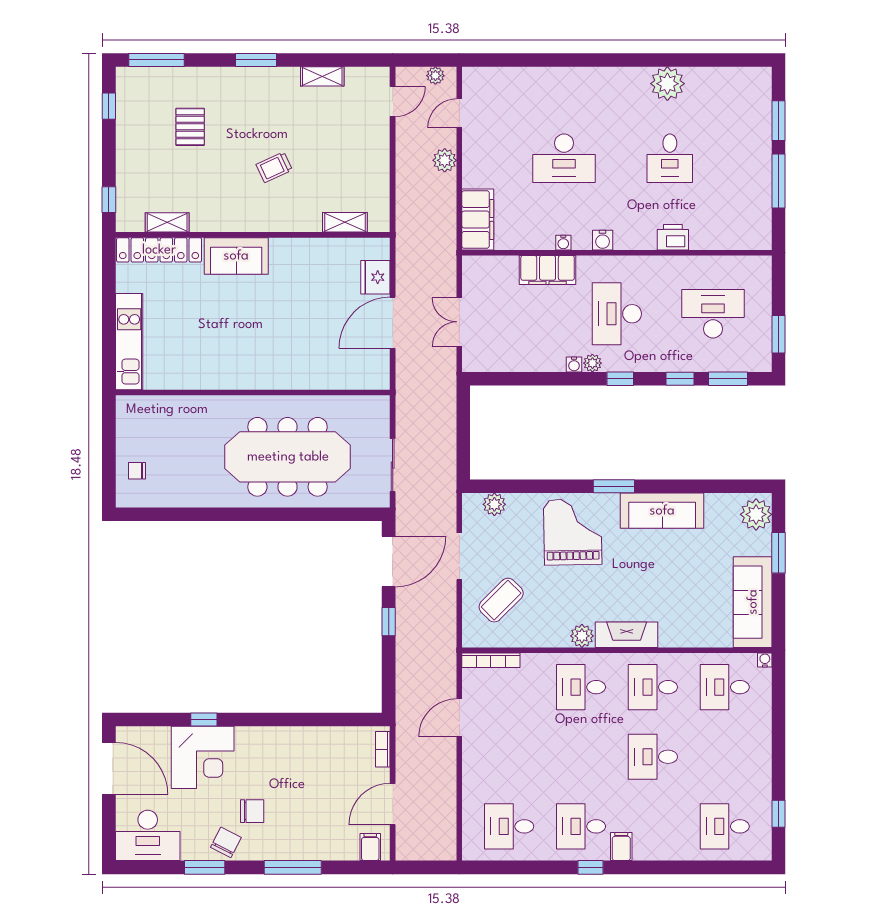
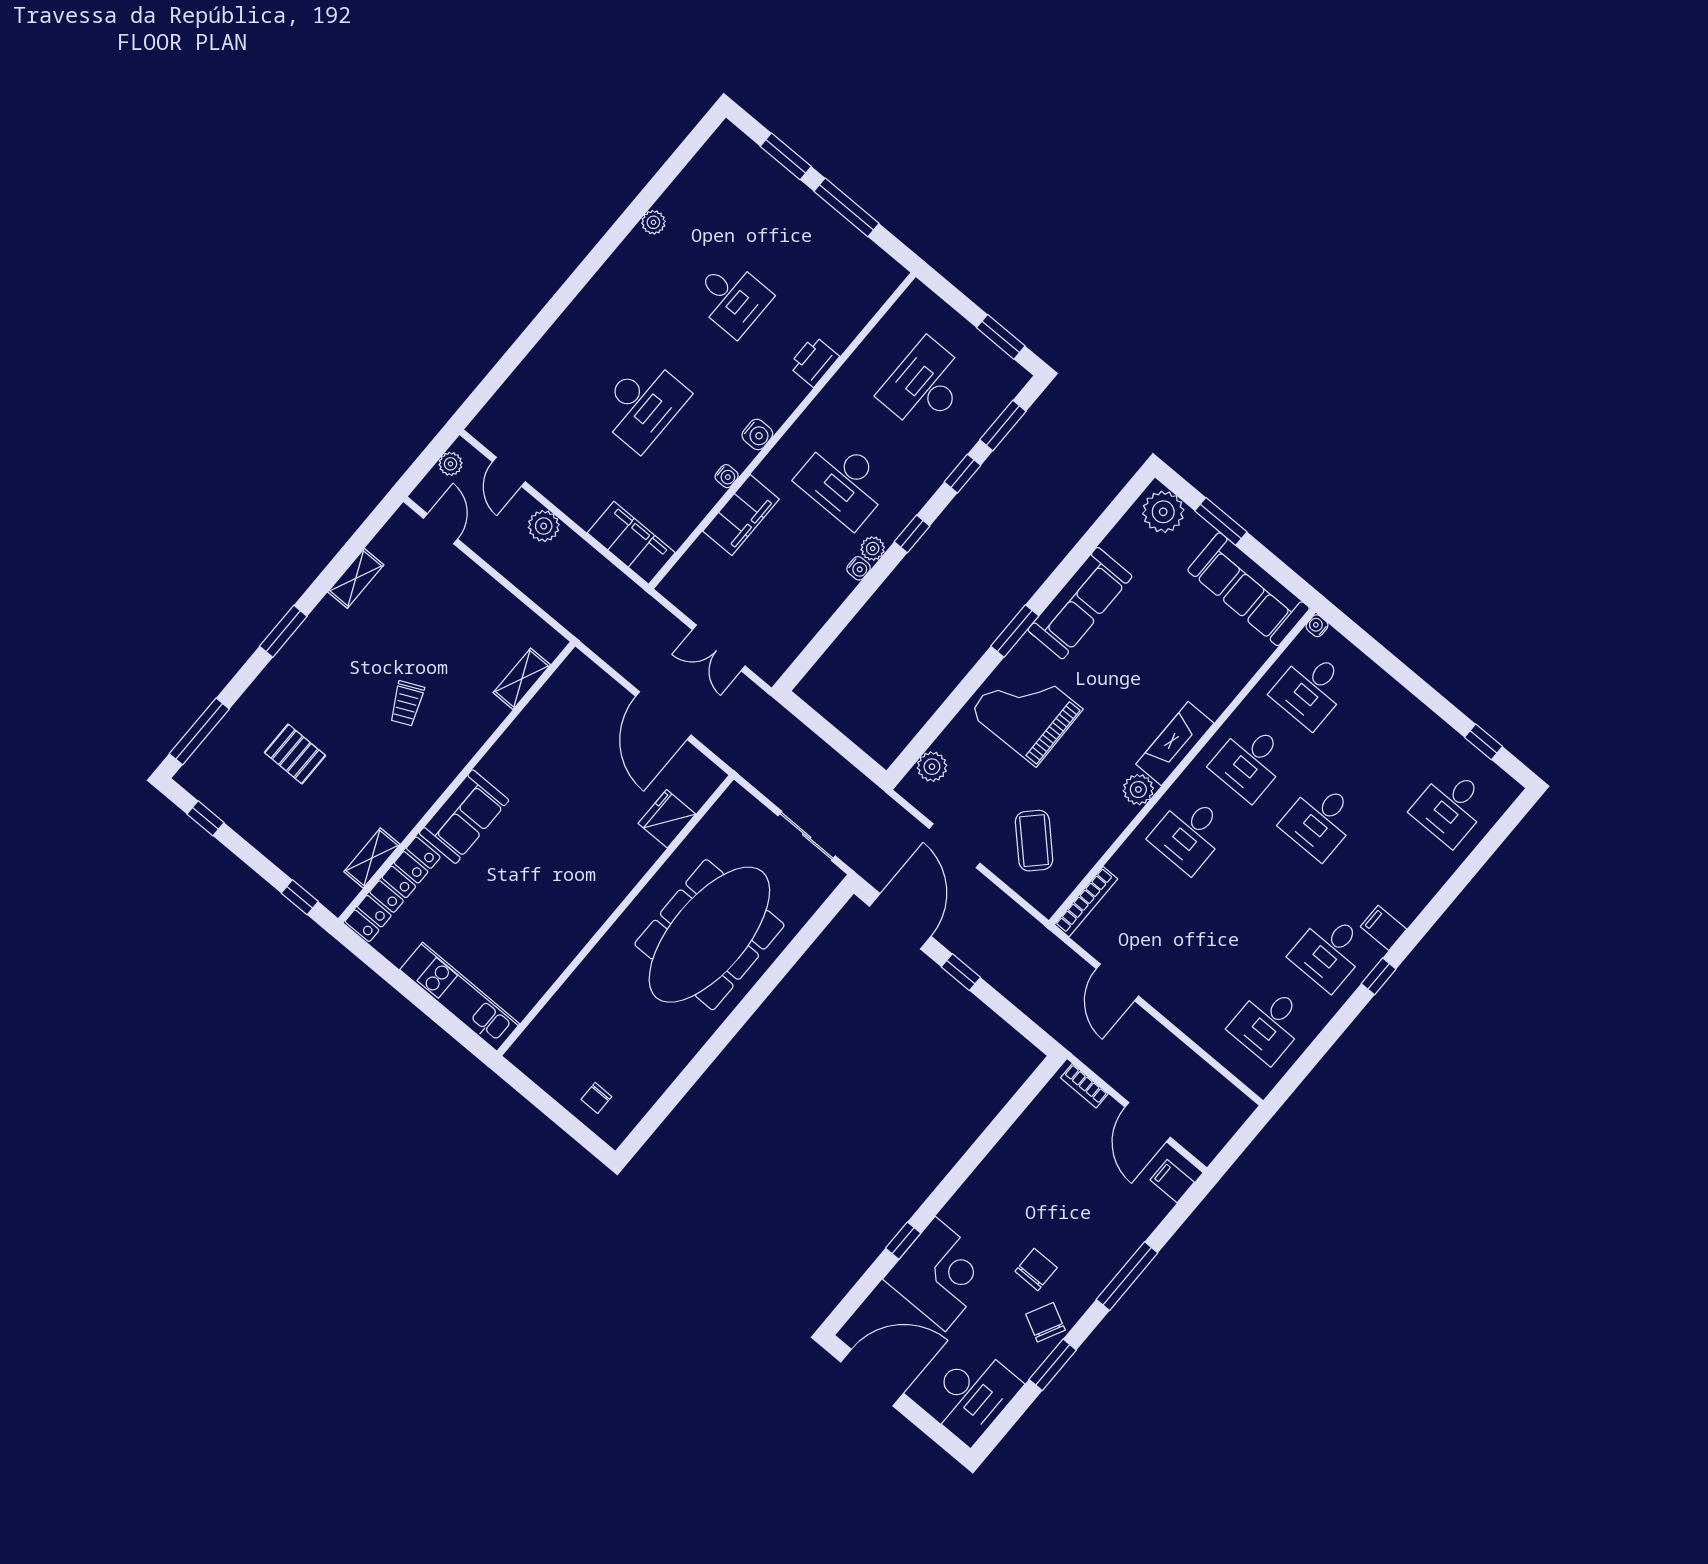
plant: (667, 84) -> (653, 222), width x0.53, depth x0.53
fridge: (375, 277) -> (667, 819), moved, turned 90

